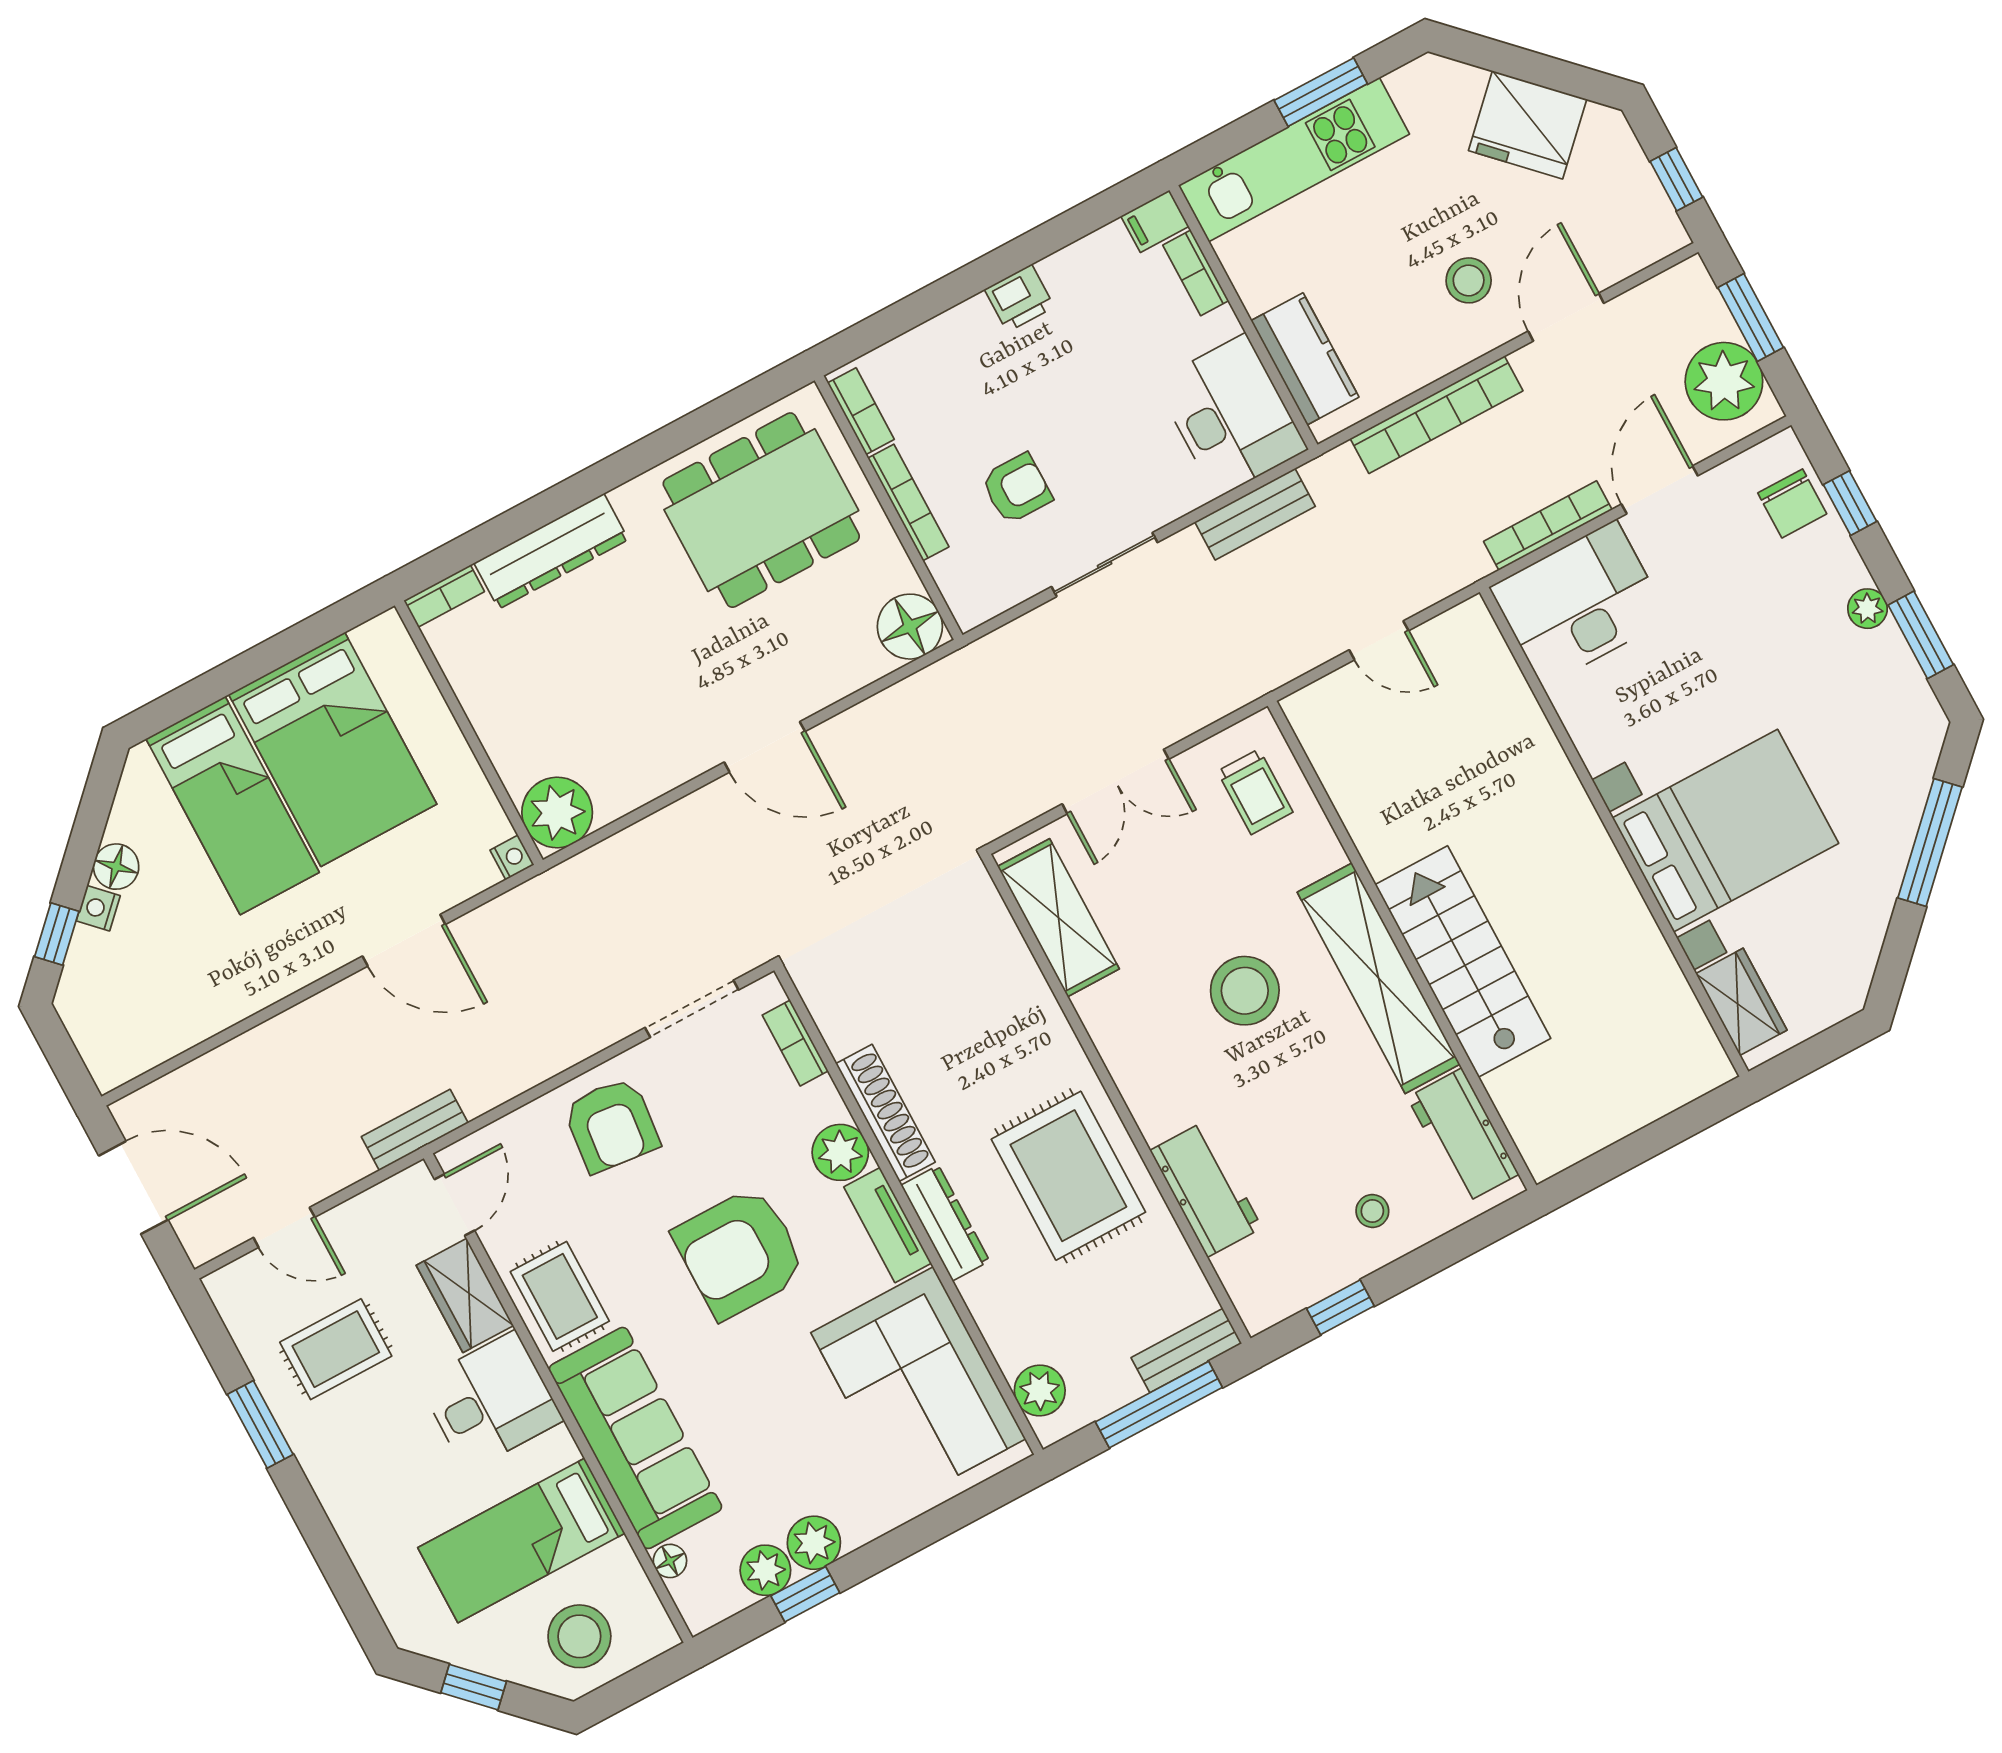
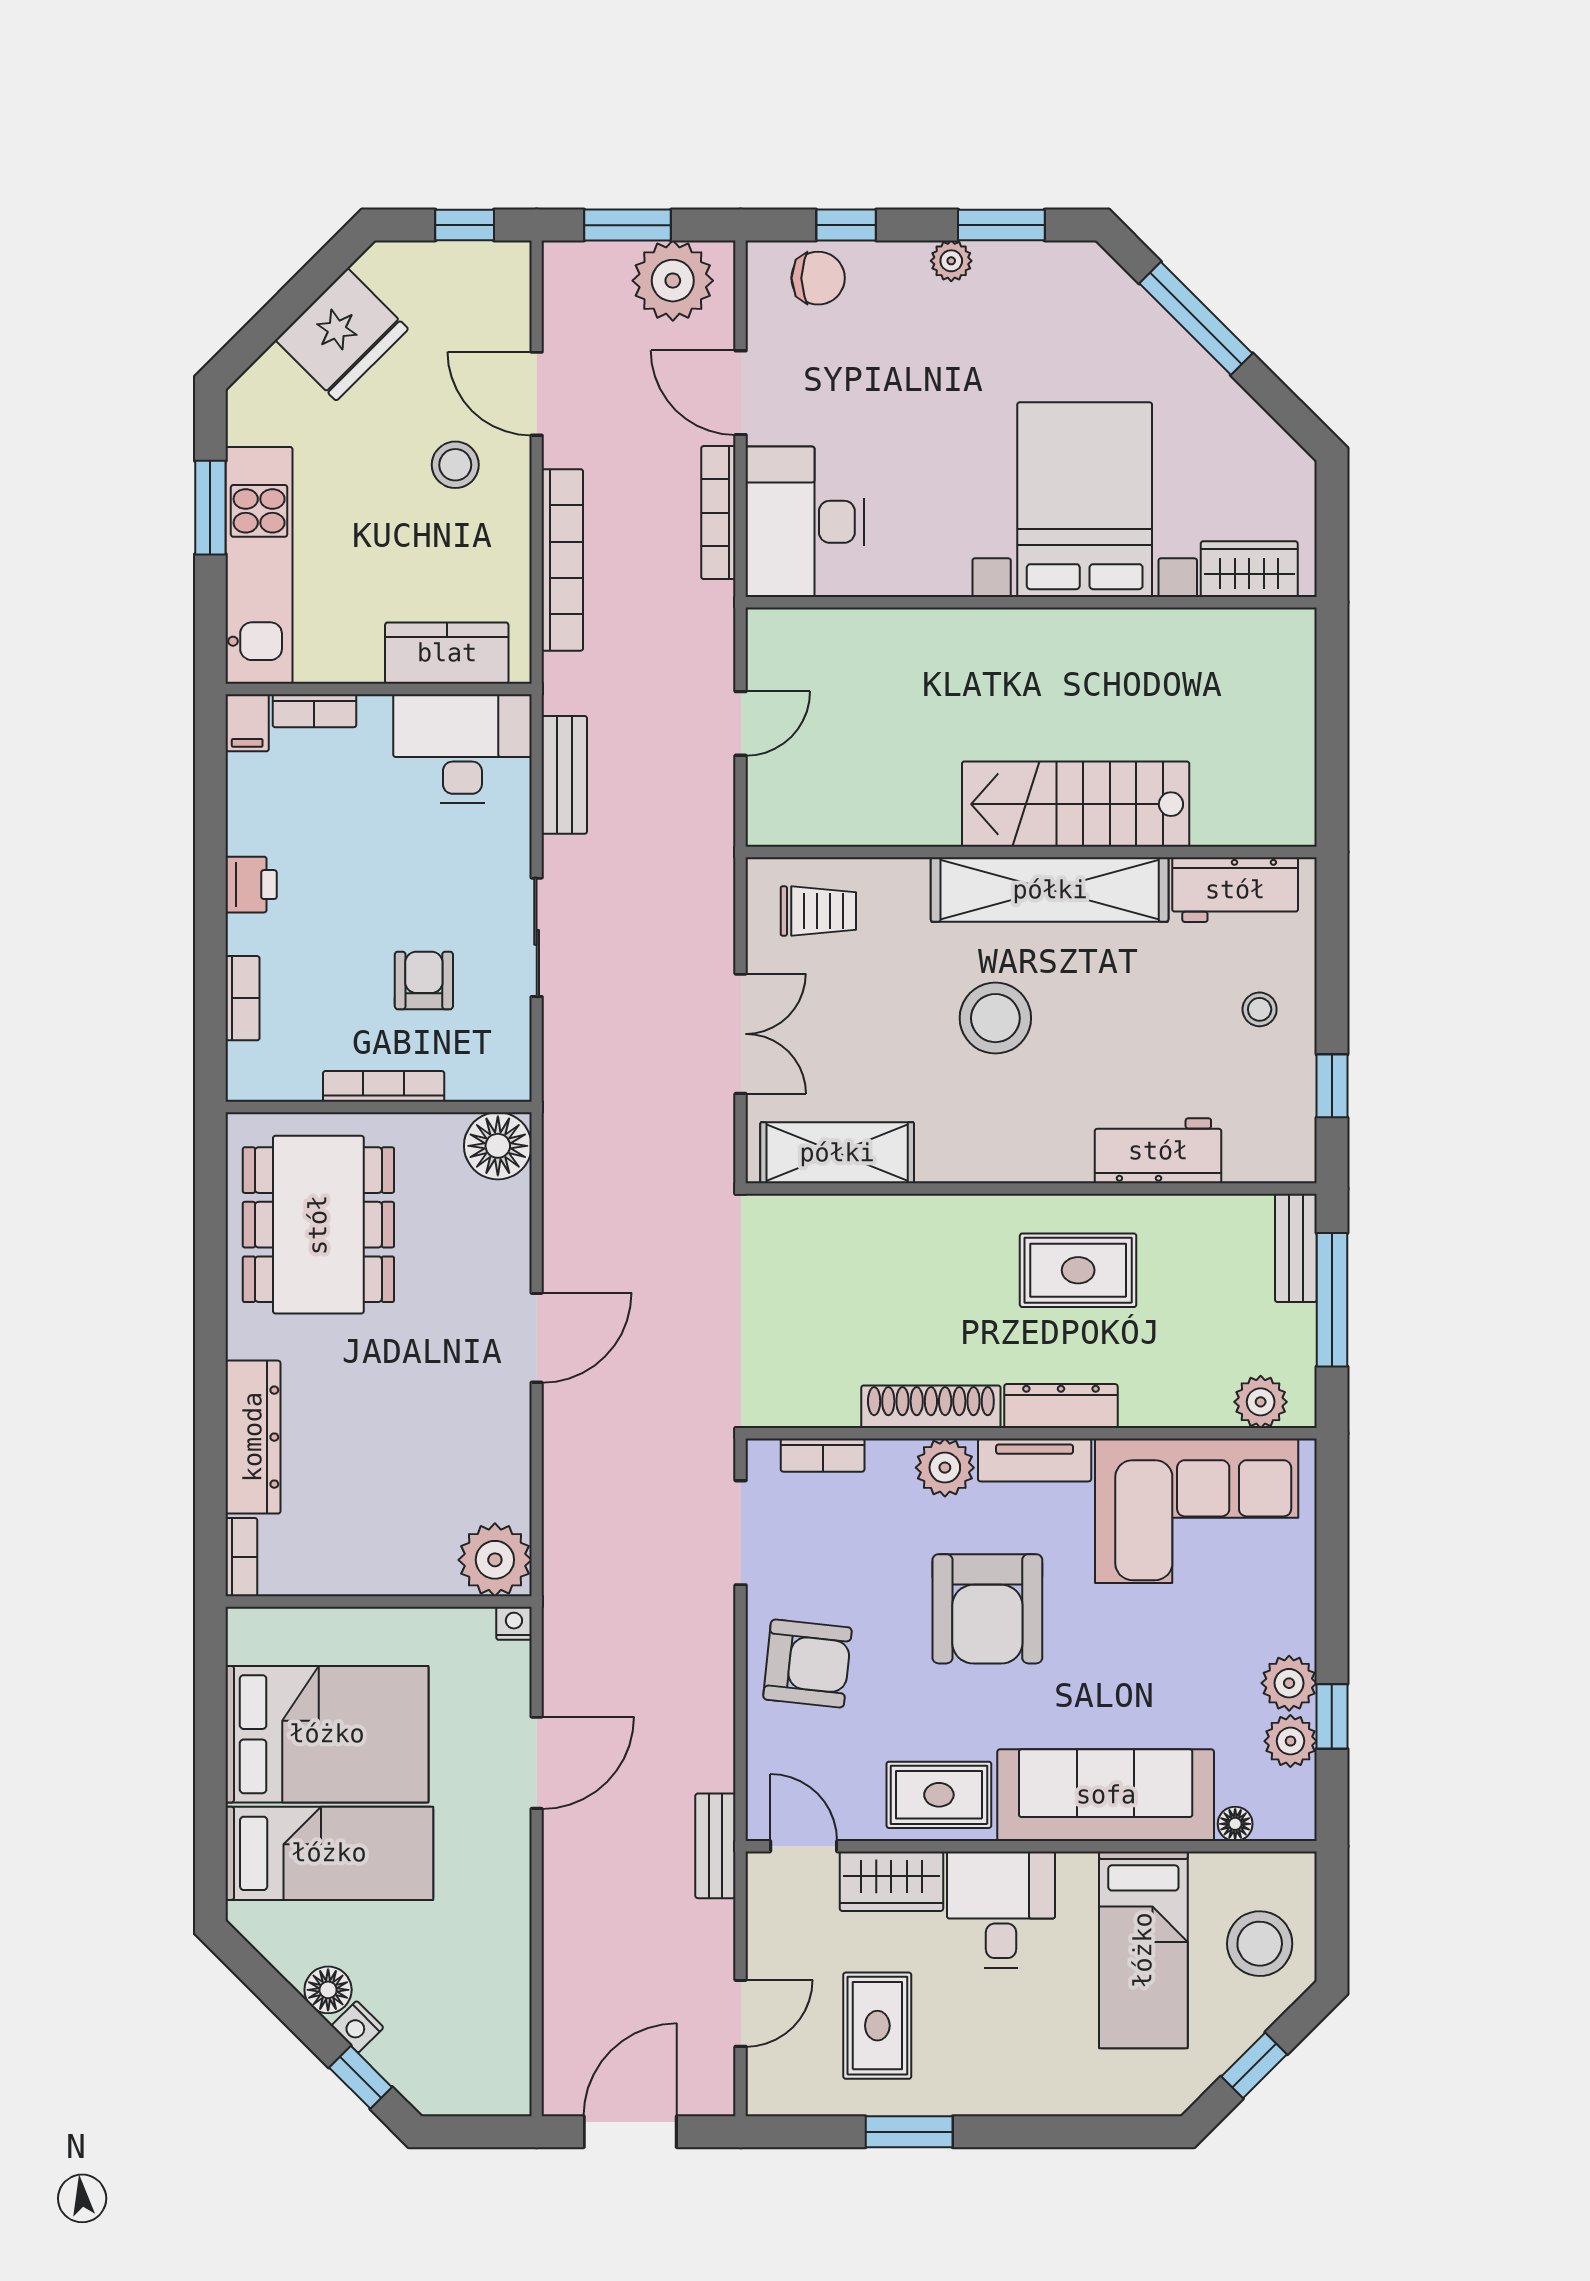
bookcase: (861, 411) -> (243, 998), moved, turned 90
rug: (1068, 1176) -> (1078, 1270), width x0.73, depth x0.70

